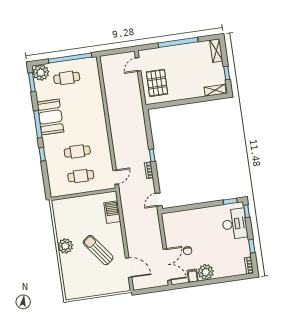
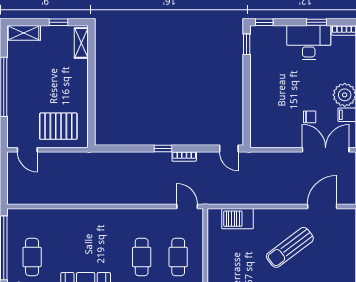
desk: (235, 224) -> (309, 43), moved

